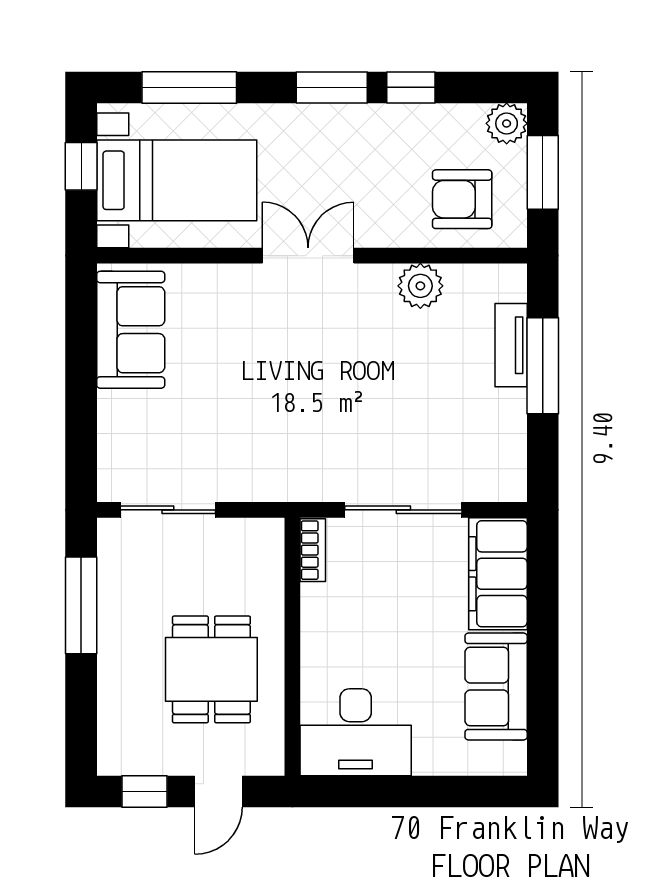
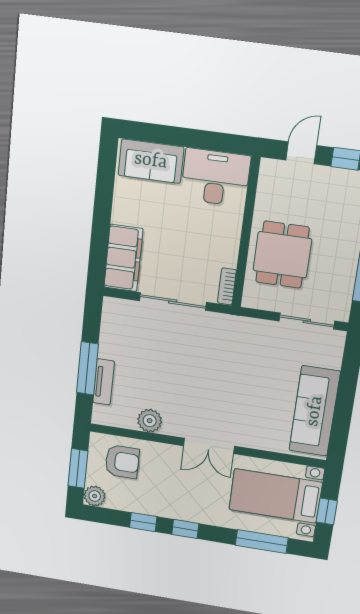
window: (332, 87) -> (185, 529), width x0.67
sofa: (131, 330) -> (315, 411), width x1.36
dining table: (211, 669) -> (282, 255), moved
sofa: (496, 687) -> (151, 161), moved, turned 90

